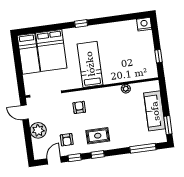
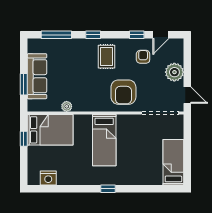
nightstand: (144, 24) -> (48, 178), moved
bed: (51, 50) -> (50, 130), moved, turned 90
armchair: (79, 107) -> (123, 92), width x1.88, depth x1.88
window: (168, 125) -> (24, 84), moved
rug: (98, 136) -> (107, 57), turned 90
window: (98, 154) -> (93, 35), moved

